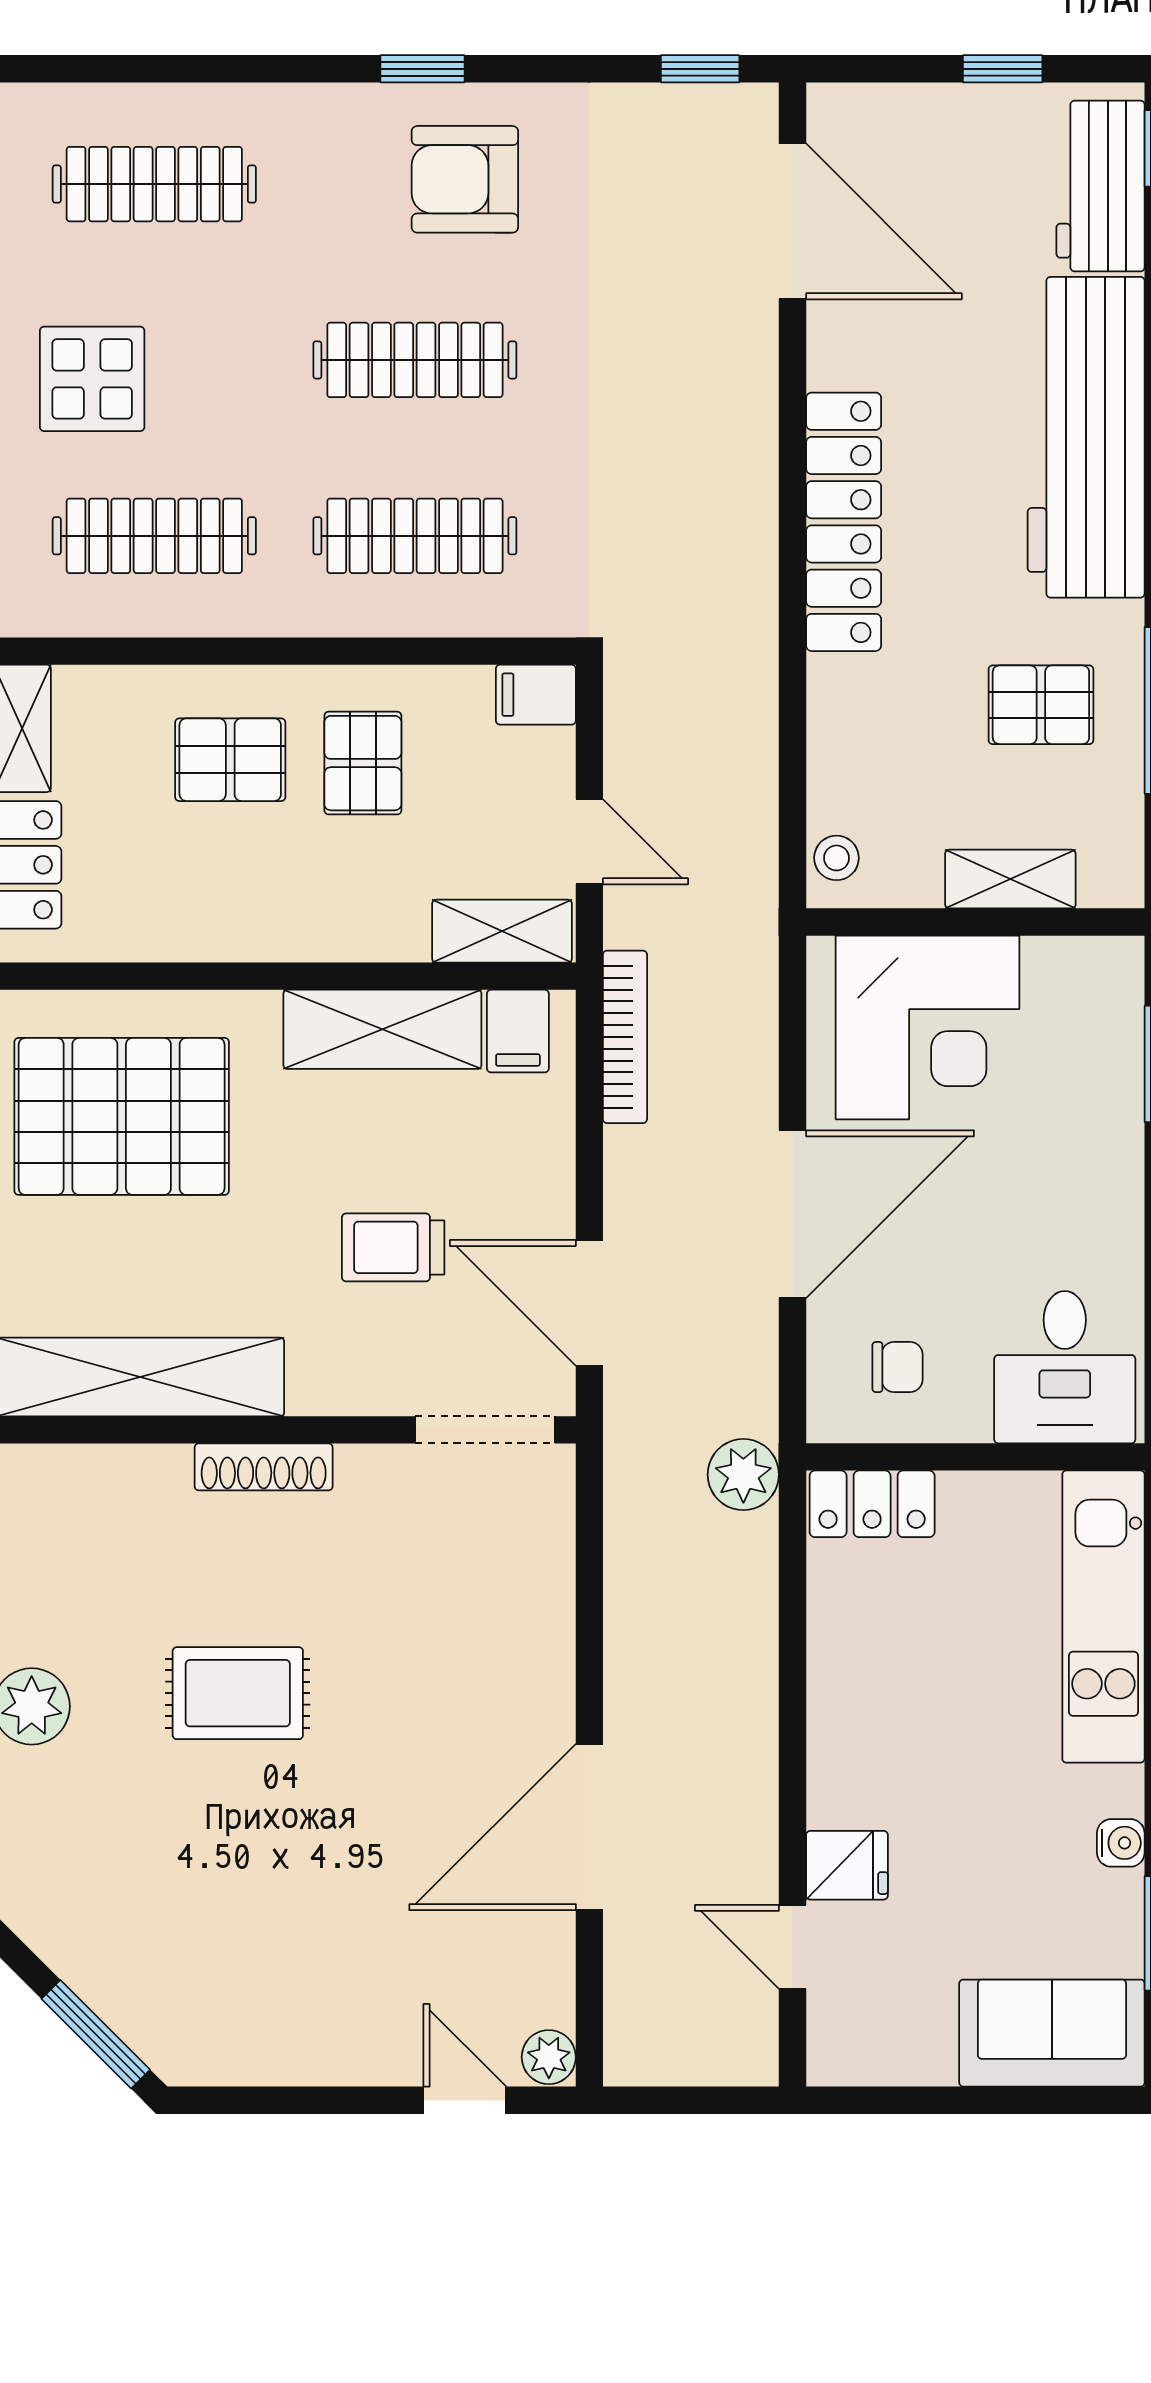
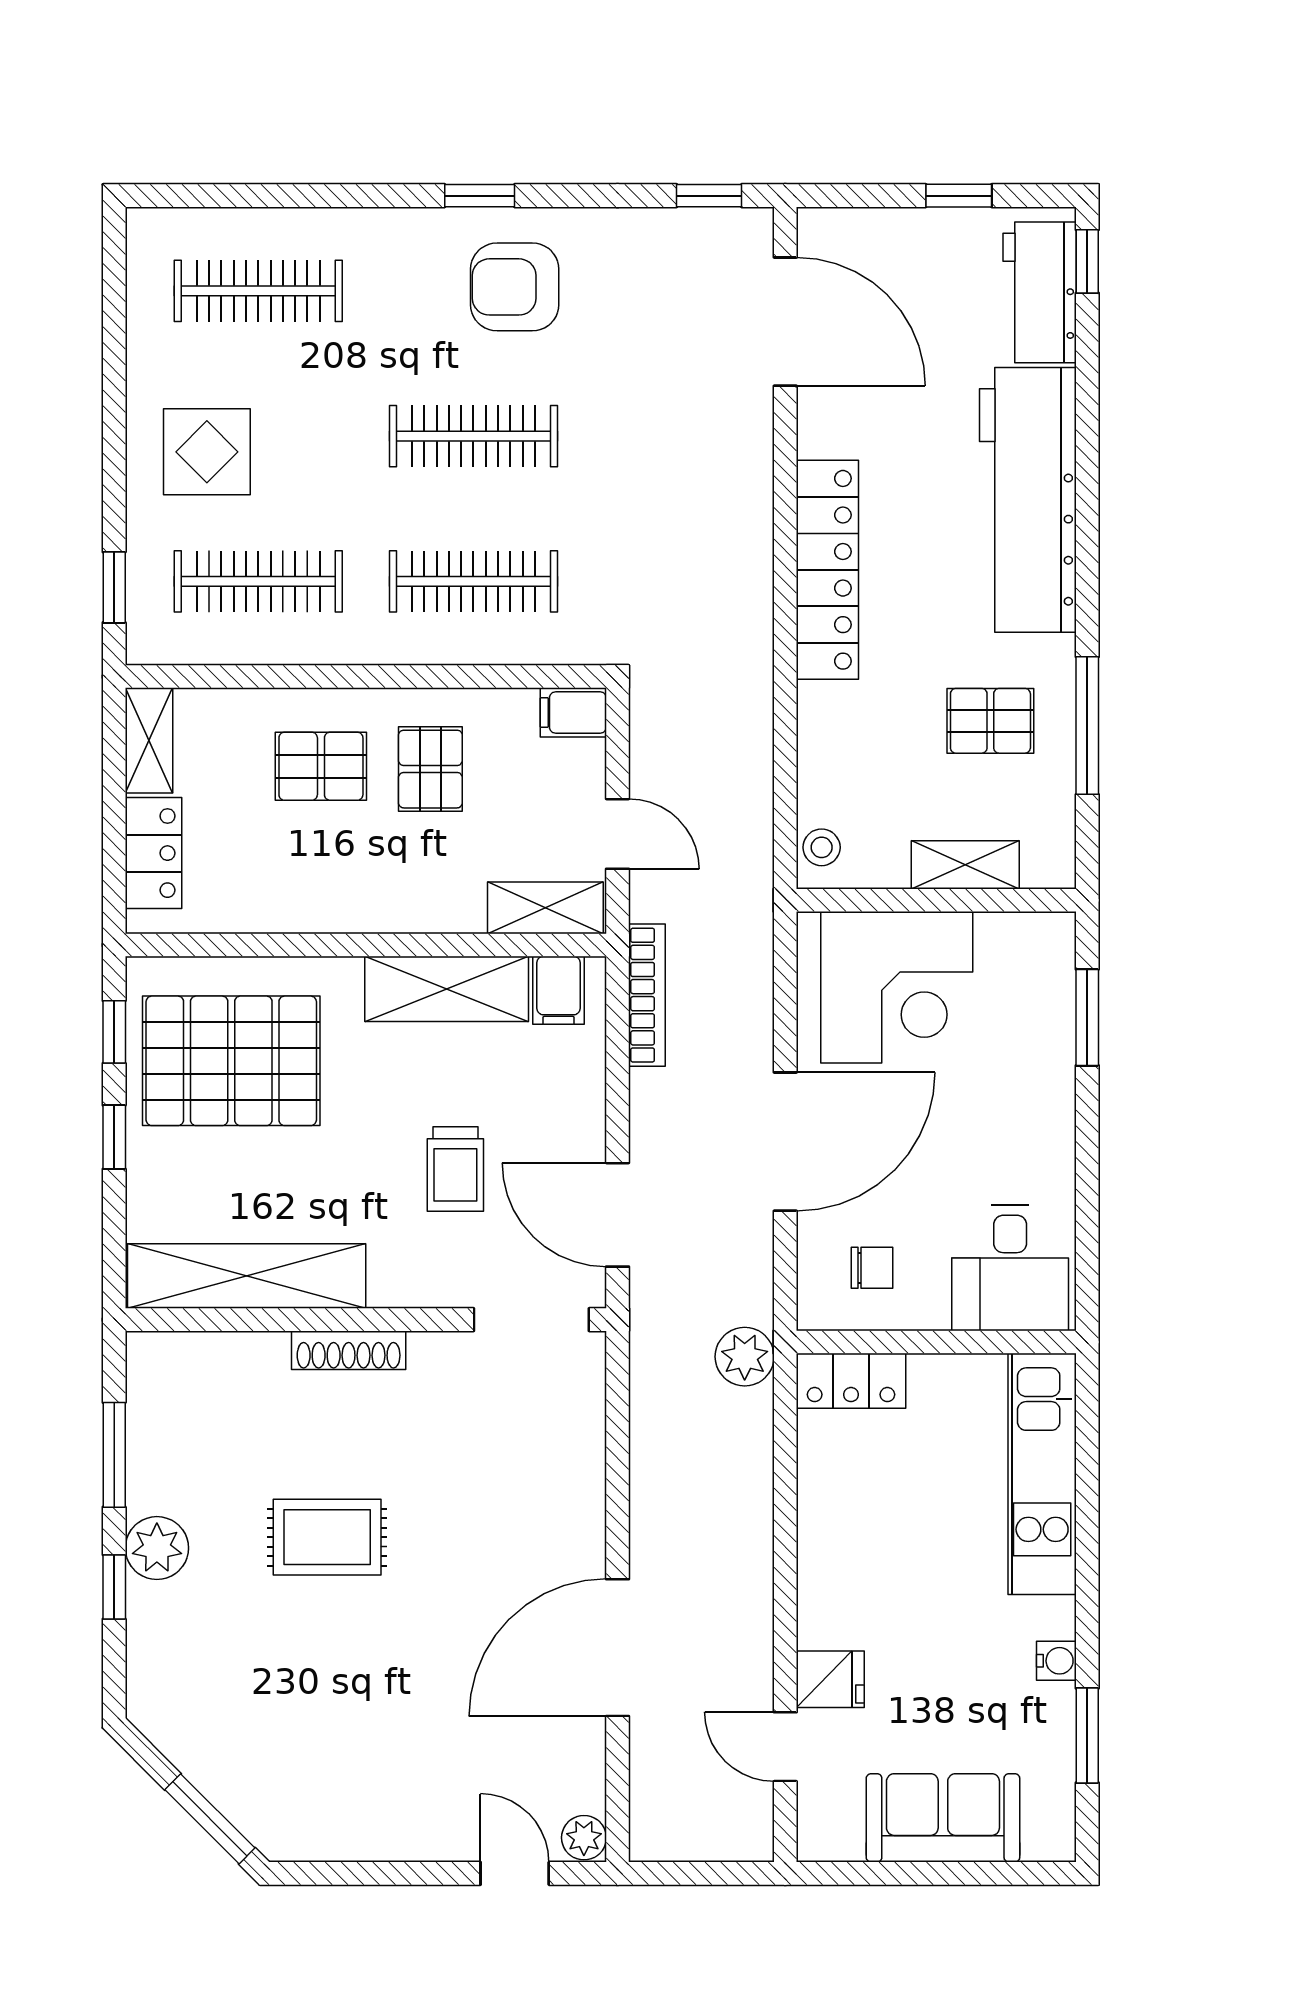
trolley: (393, 1247) -> (455, 1169), turned -90
sofa: (1052, 2033) -> (943, 1818), moved

